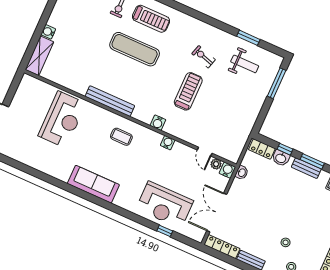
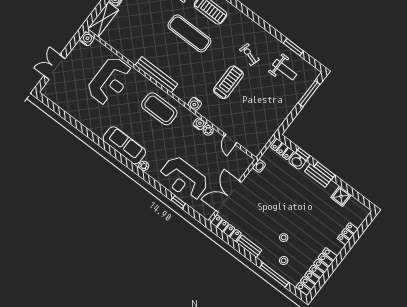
coffee table: (121, 137) -> (159, 109), width x1.86, depth x1.72
plant: (216, 164) -> (208, 130), moved
water cooler: (227, 170) -> (87, 39), moved
plant: (119, 201) -> (144, 166), added

